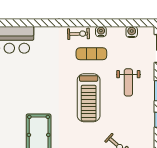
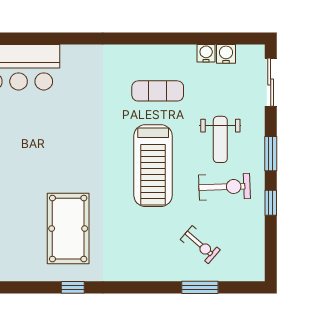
water cooler: (101, 32) -> (206, 53), moved
exercise bike: (79, 34) -> (225, 187), moved, width x1.38, depth x1.39

